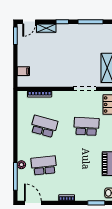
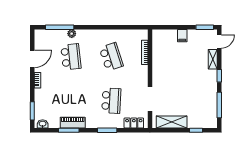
door: (29, 22) -> (219, 42), swing flipped
filing cabinet: (23, 71) -> (182, 36), moved
school desk: (44, 126) -> (111, 57), turned -33
door: (33, 203) -> (32, 59), moved

